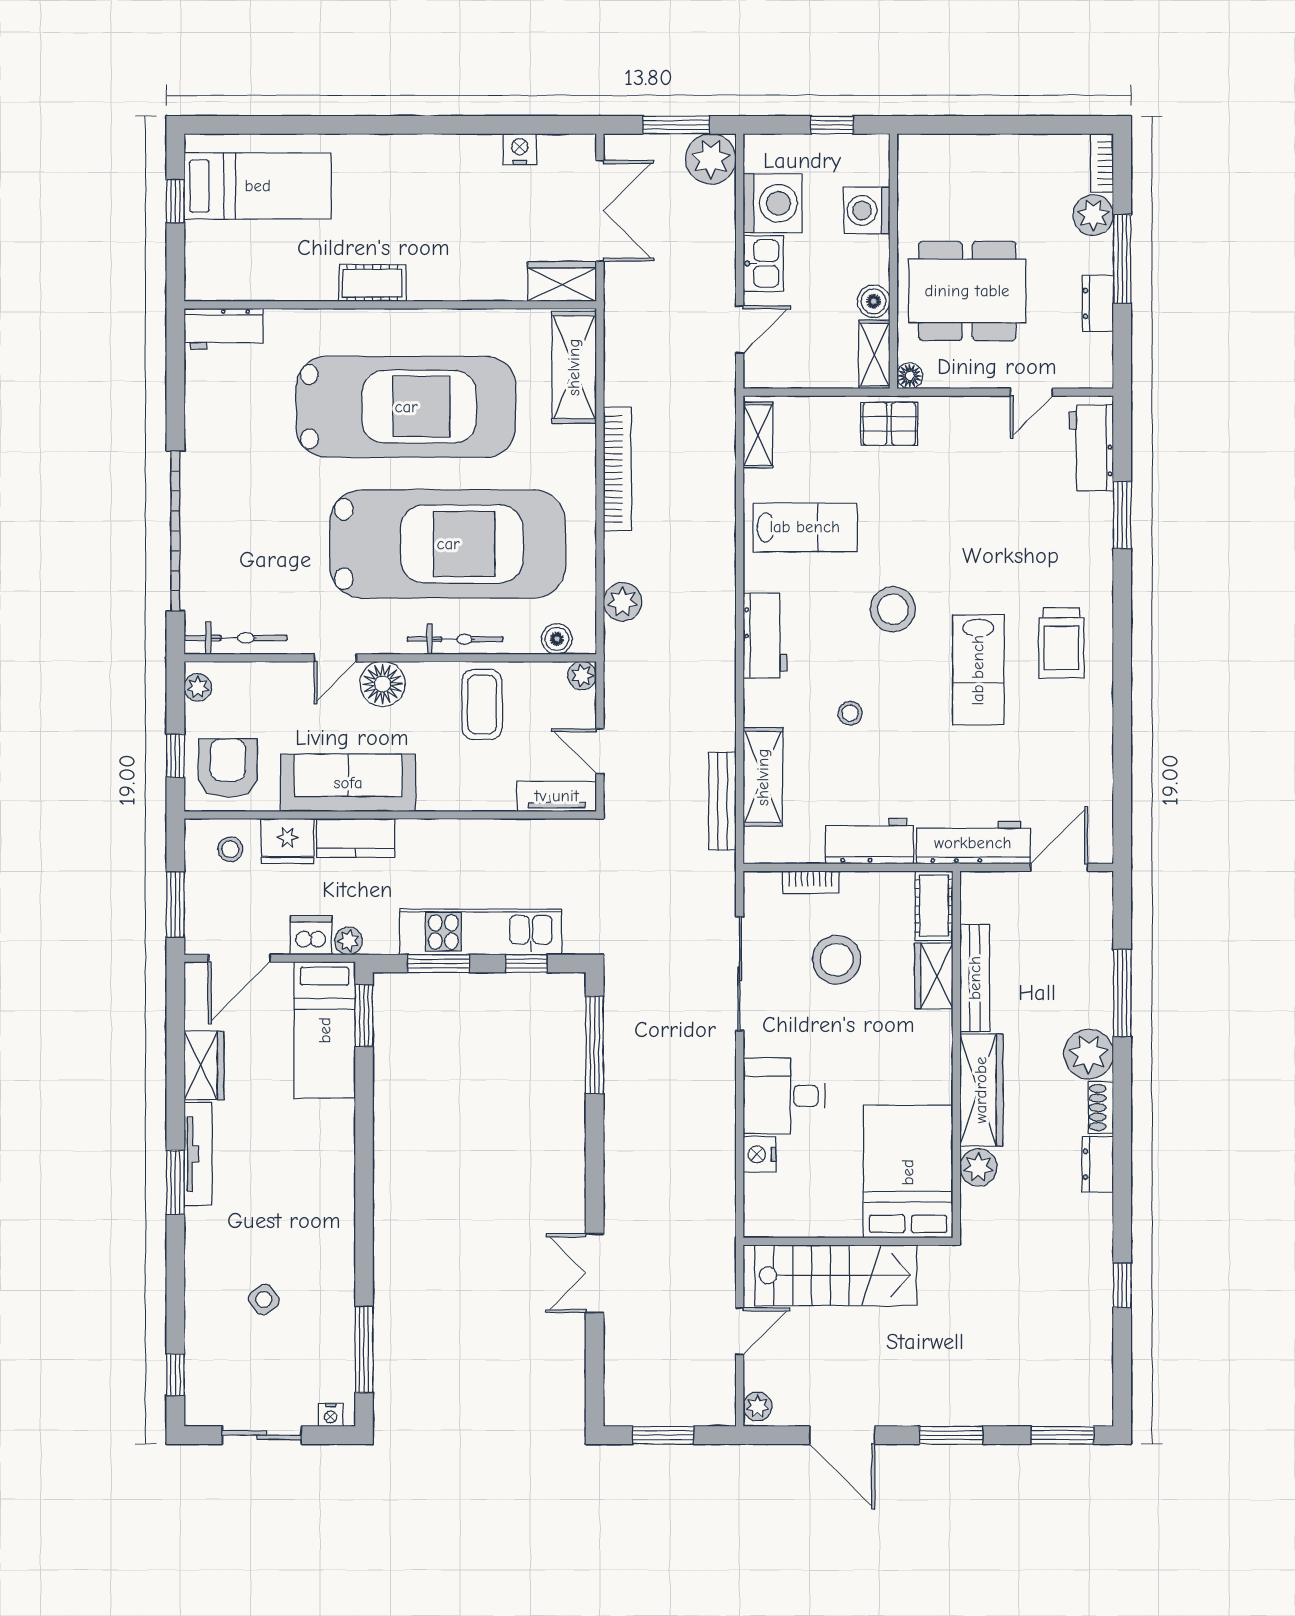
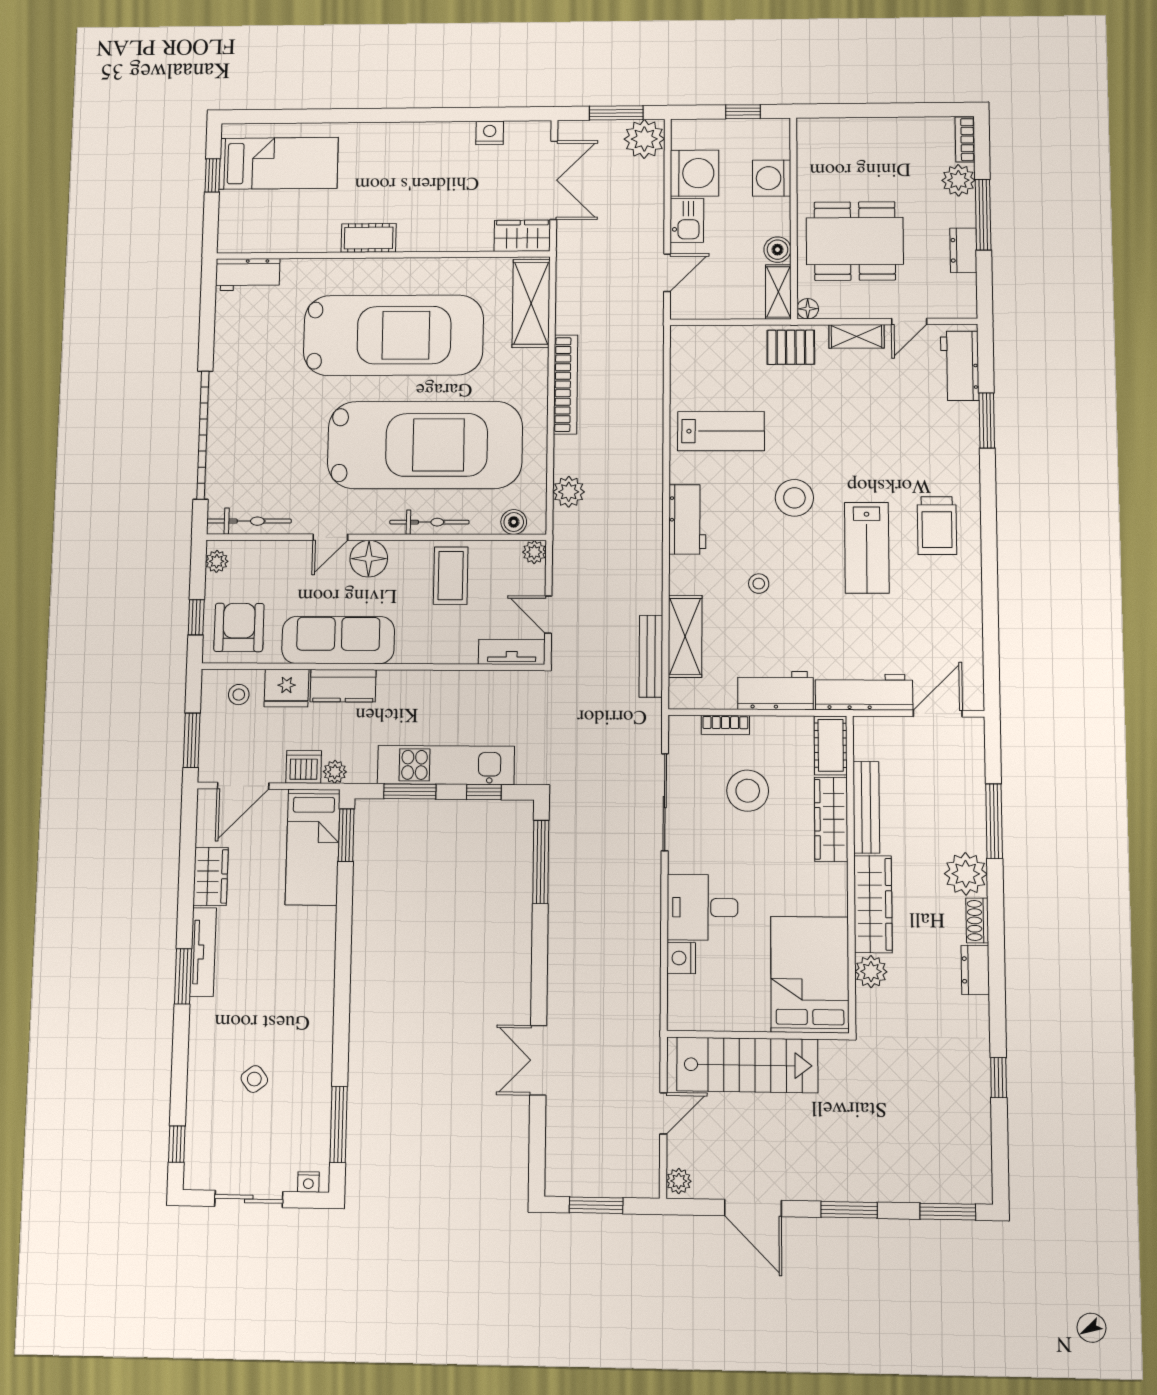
shelving: (758, 435) -> (856, 336), moved, turned 90
wardrobe: (934, 976) -> (831, 819), width x1.50

